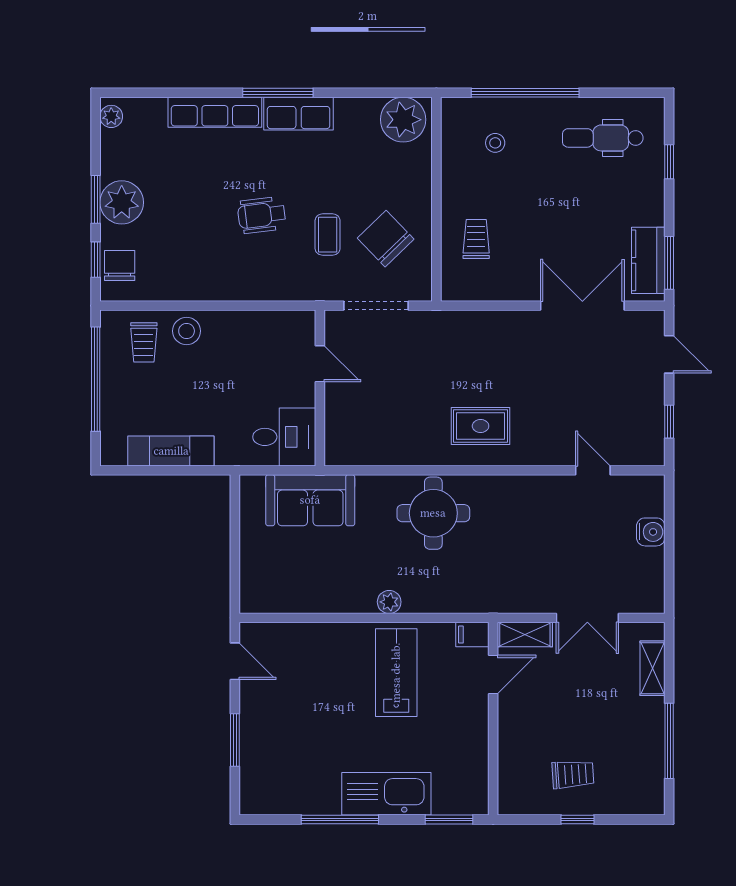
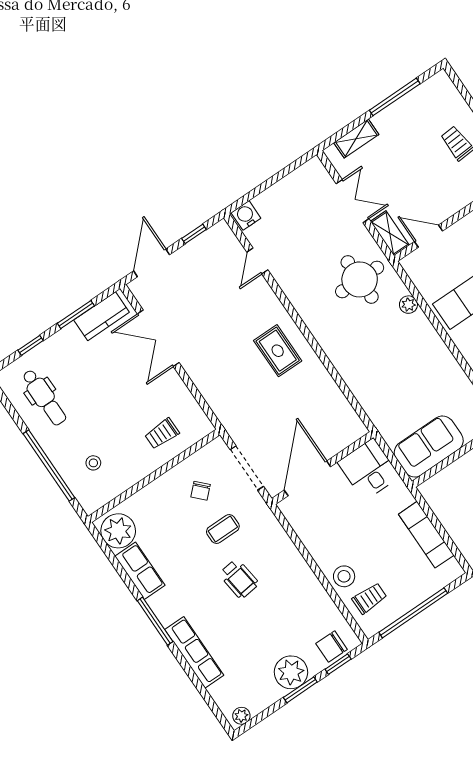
row of seats: (299, 114) -> (140, 571), moved
chair: (386, 239) -> (201, 491), width x0.54, depth x0.54
window: (669, 263) -> (76, 315), moved
door: (669, 354) -> (152, 263), width x1.38
door: (320, 364) -> (307, 478), width x1.88
sofa: (310, 500) -> (429, 446), moved, turned -90
round table: (433, 513) -> (360, 279), moved
water cooler: (651, 532) -> (246, 215), moved
plant: (389, 602) -> (408, 305), moved
filing cabinet: (472, 635) -> (412, 266), removed

